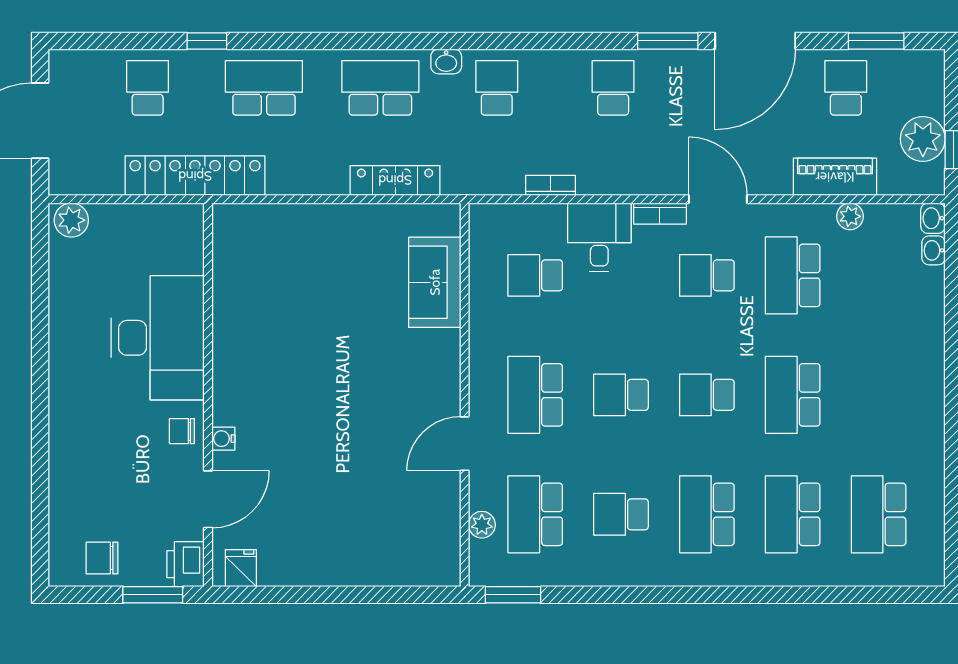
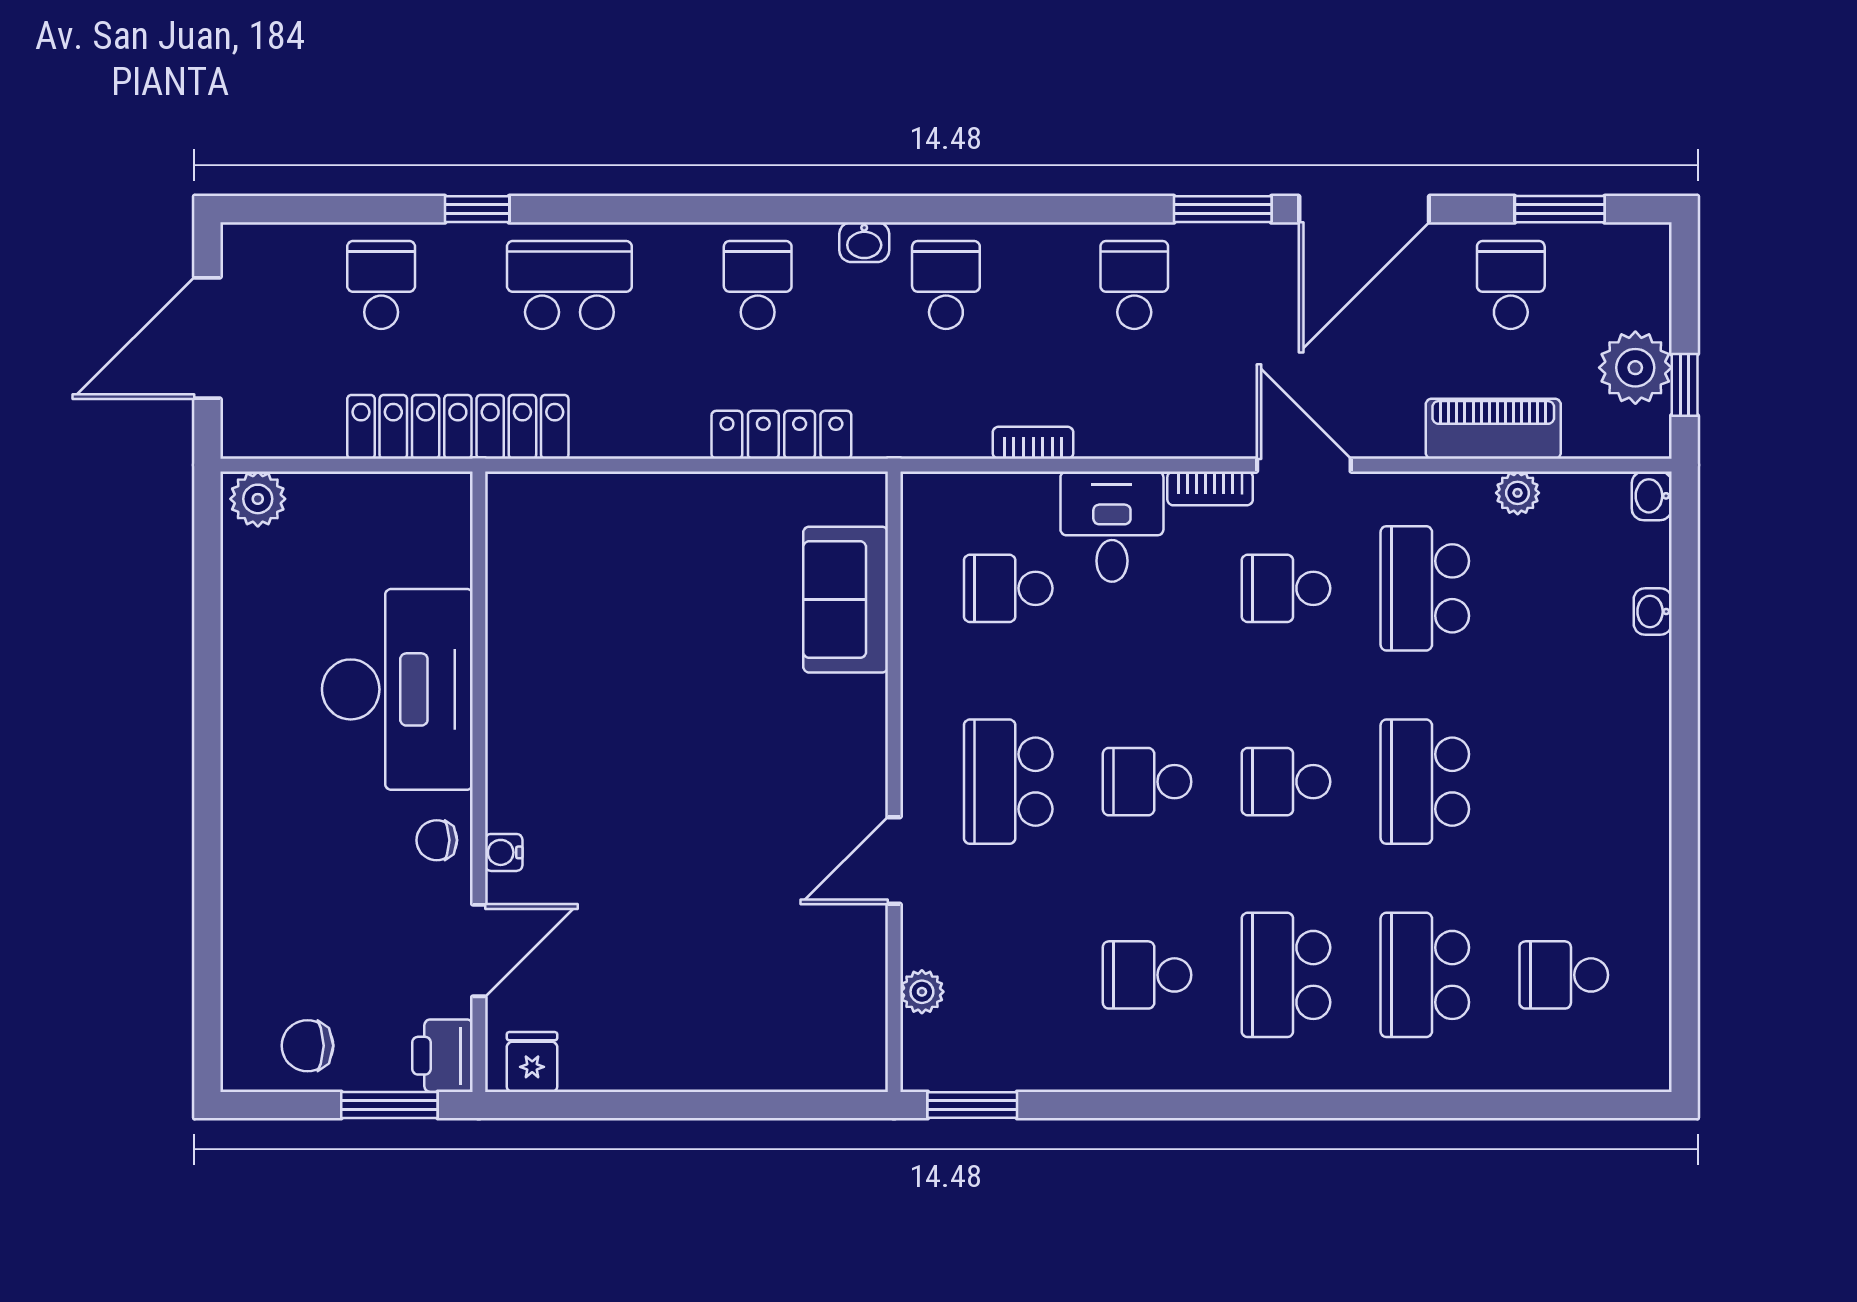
school desk: (380, 88) -> (758, 285), width x0.54
washbasin: (934, 250) -> (1653, 611), moved
school desk: (535, 514) -> (1008, 975), removed
school desk: (879, 514) -> (1564, 975), width x0.54

